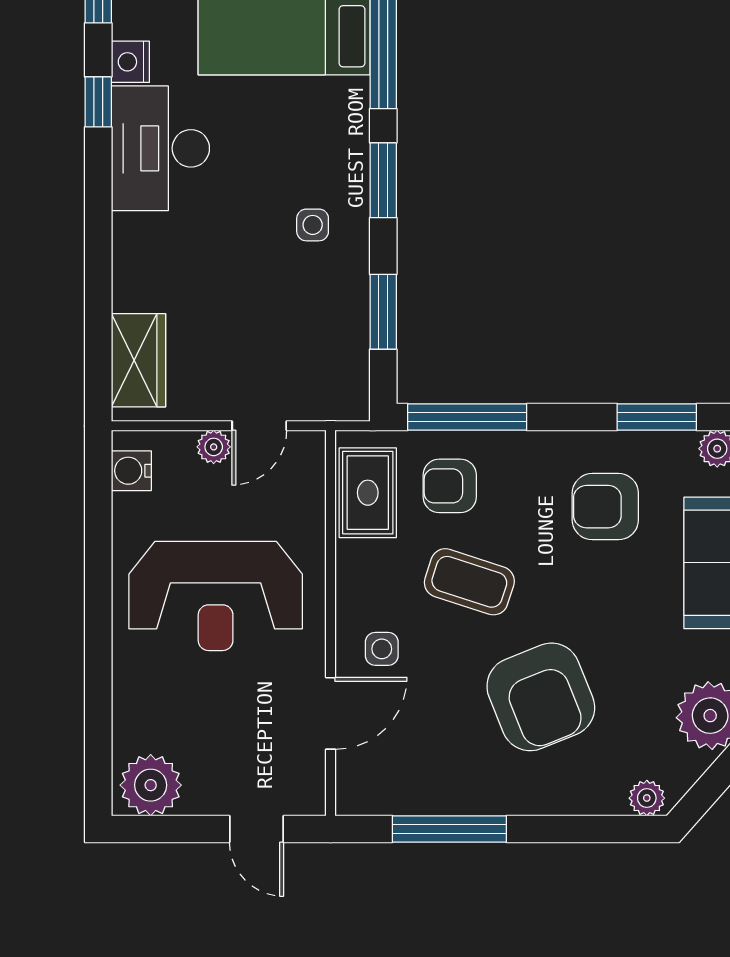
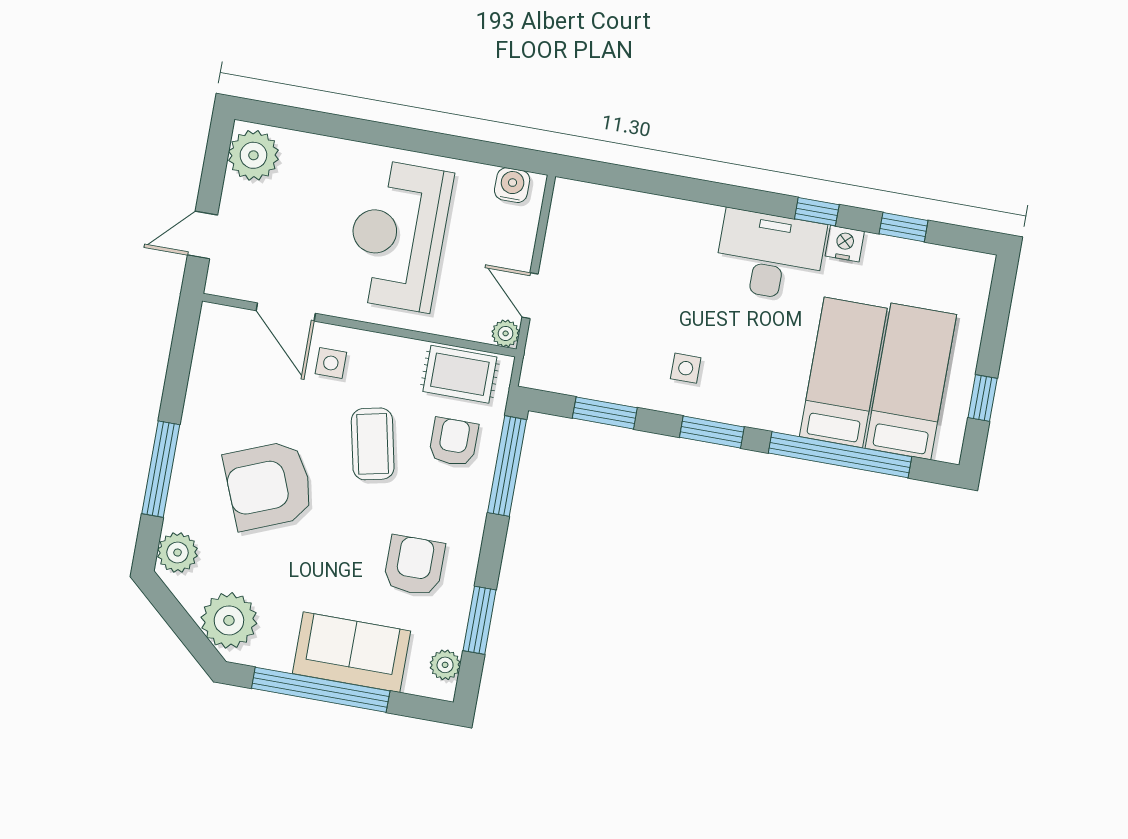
wardrobe: (139, 360) -> (601, 207), removed
plant: (214, 447) -> (506, 333), moved
coffee table: (469, 582) -> (373, 444), turned -30
plant: (647, 798) -> (178, 553), width x1.38, depth x1.38
window: (449, 829) -> (161, 469), moved

